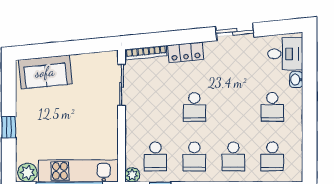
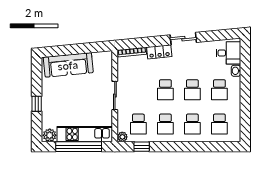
sliding door: (235, 32) -> (183, 39), moved
sofa: (45, 72) -> (68, 65), width x1.36
sliding door: (122, 85) -> (115, 96), moved
school desk: (233, 107) -> (192, 90), added

